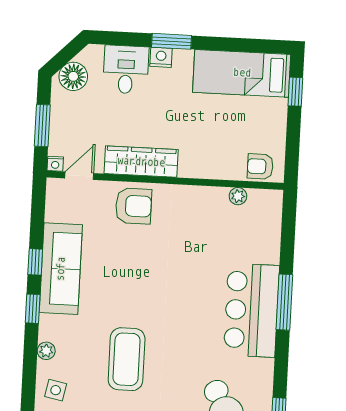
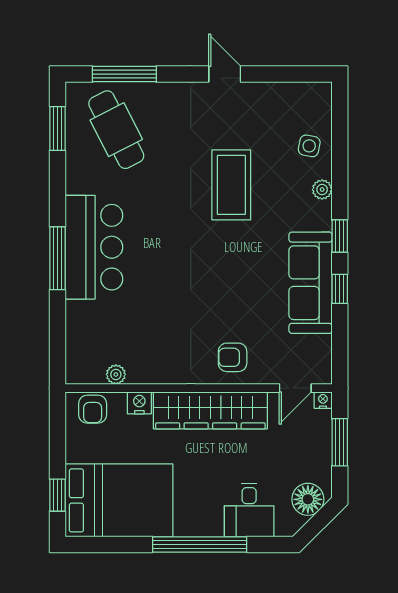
window: (171, 41) -> (200, 544), width x2.11
nightstand: (161, 57) -> (139, 403), moved, turned 180
bed: (242, 73) -> (119, 500), width x1.50
wardrobe: (141, 162) -> (210, 410), width x1.40, depth x1.17
armchair: (260, 166) -> (93, 409), turned 90
armchair: (133, 206) -> (233, 357), width x0.72, depth x0.72

